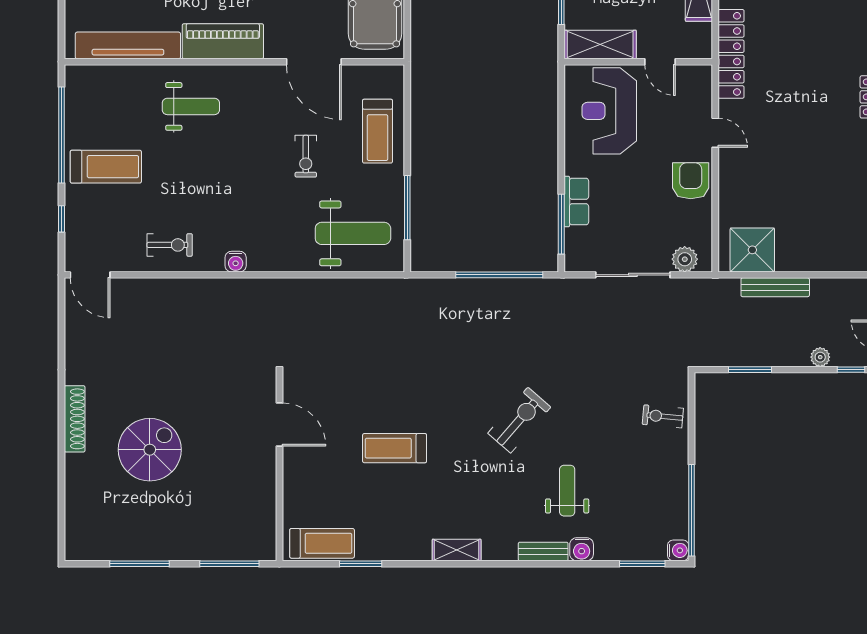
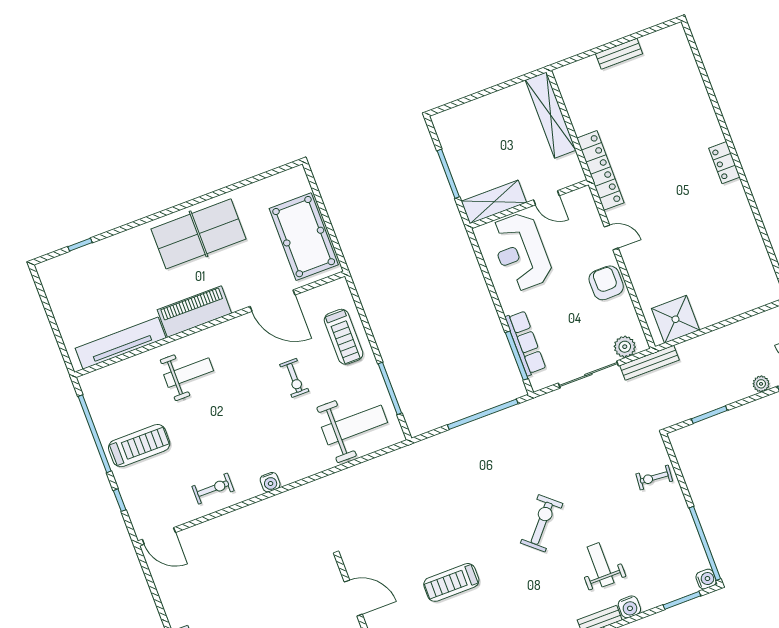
row of seats: (576, 201) -> (525, 343), width x1.48
bench: (775, 287) -> (649, 363), moved

